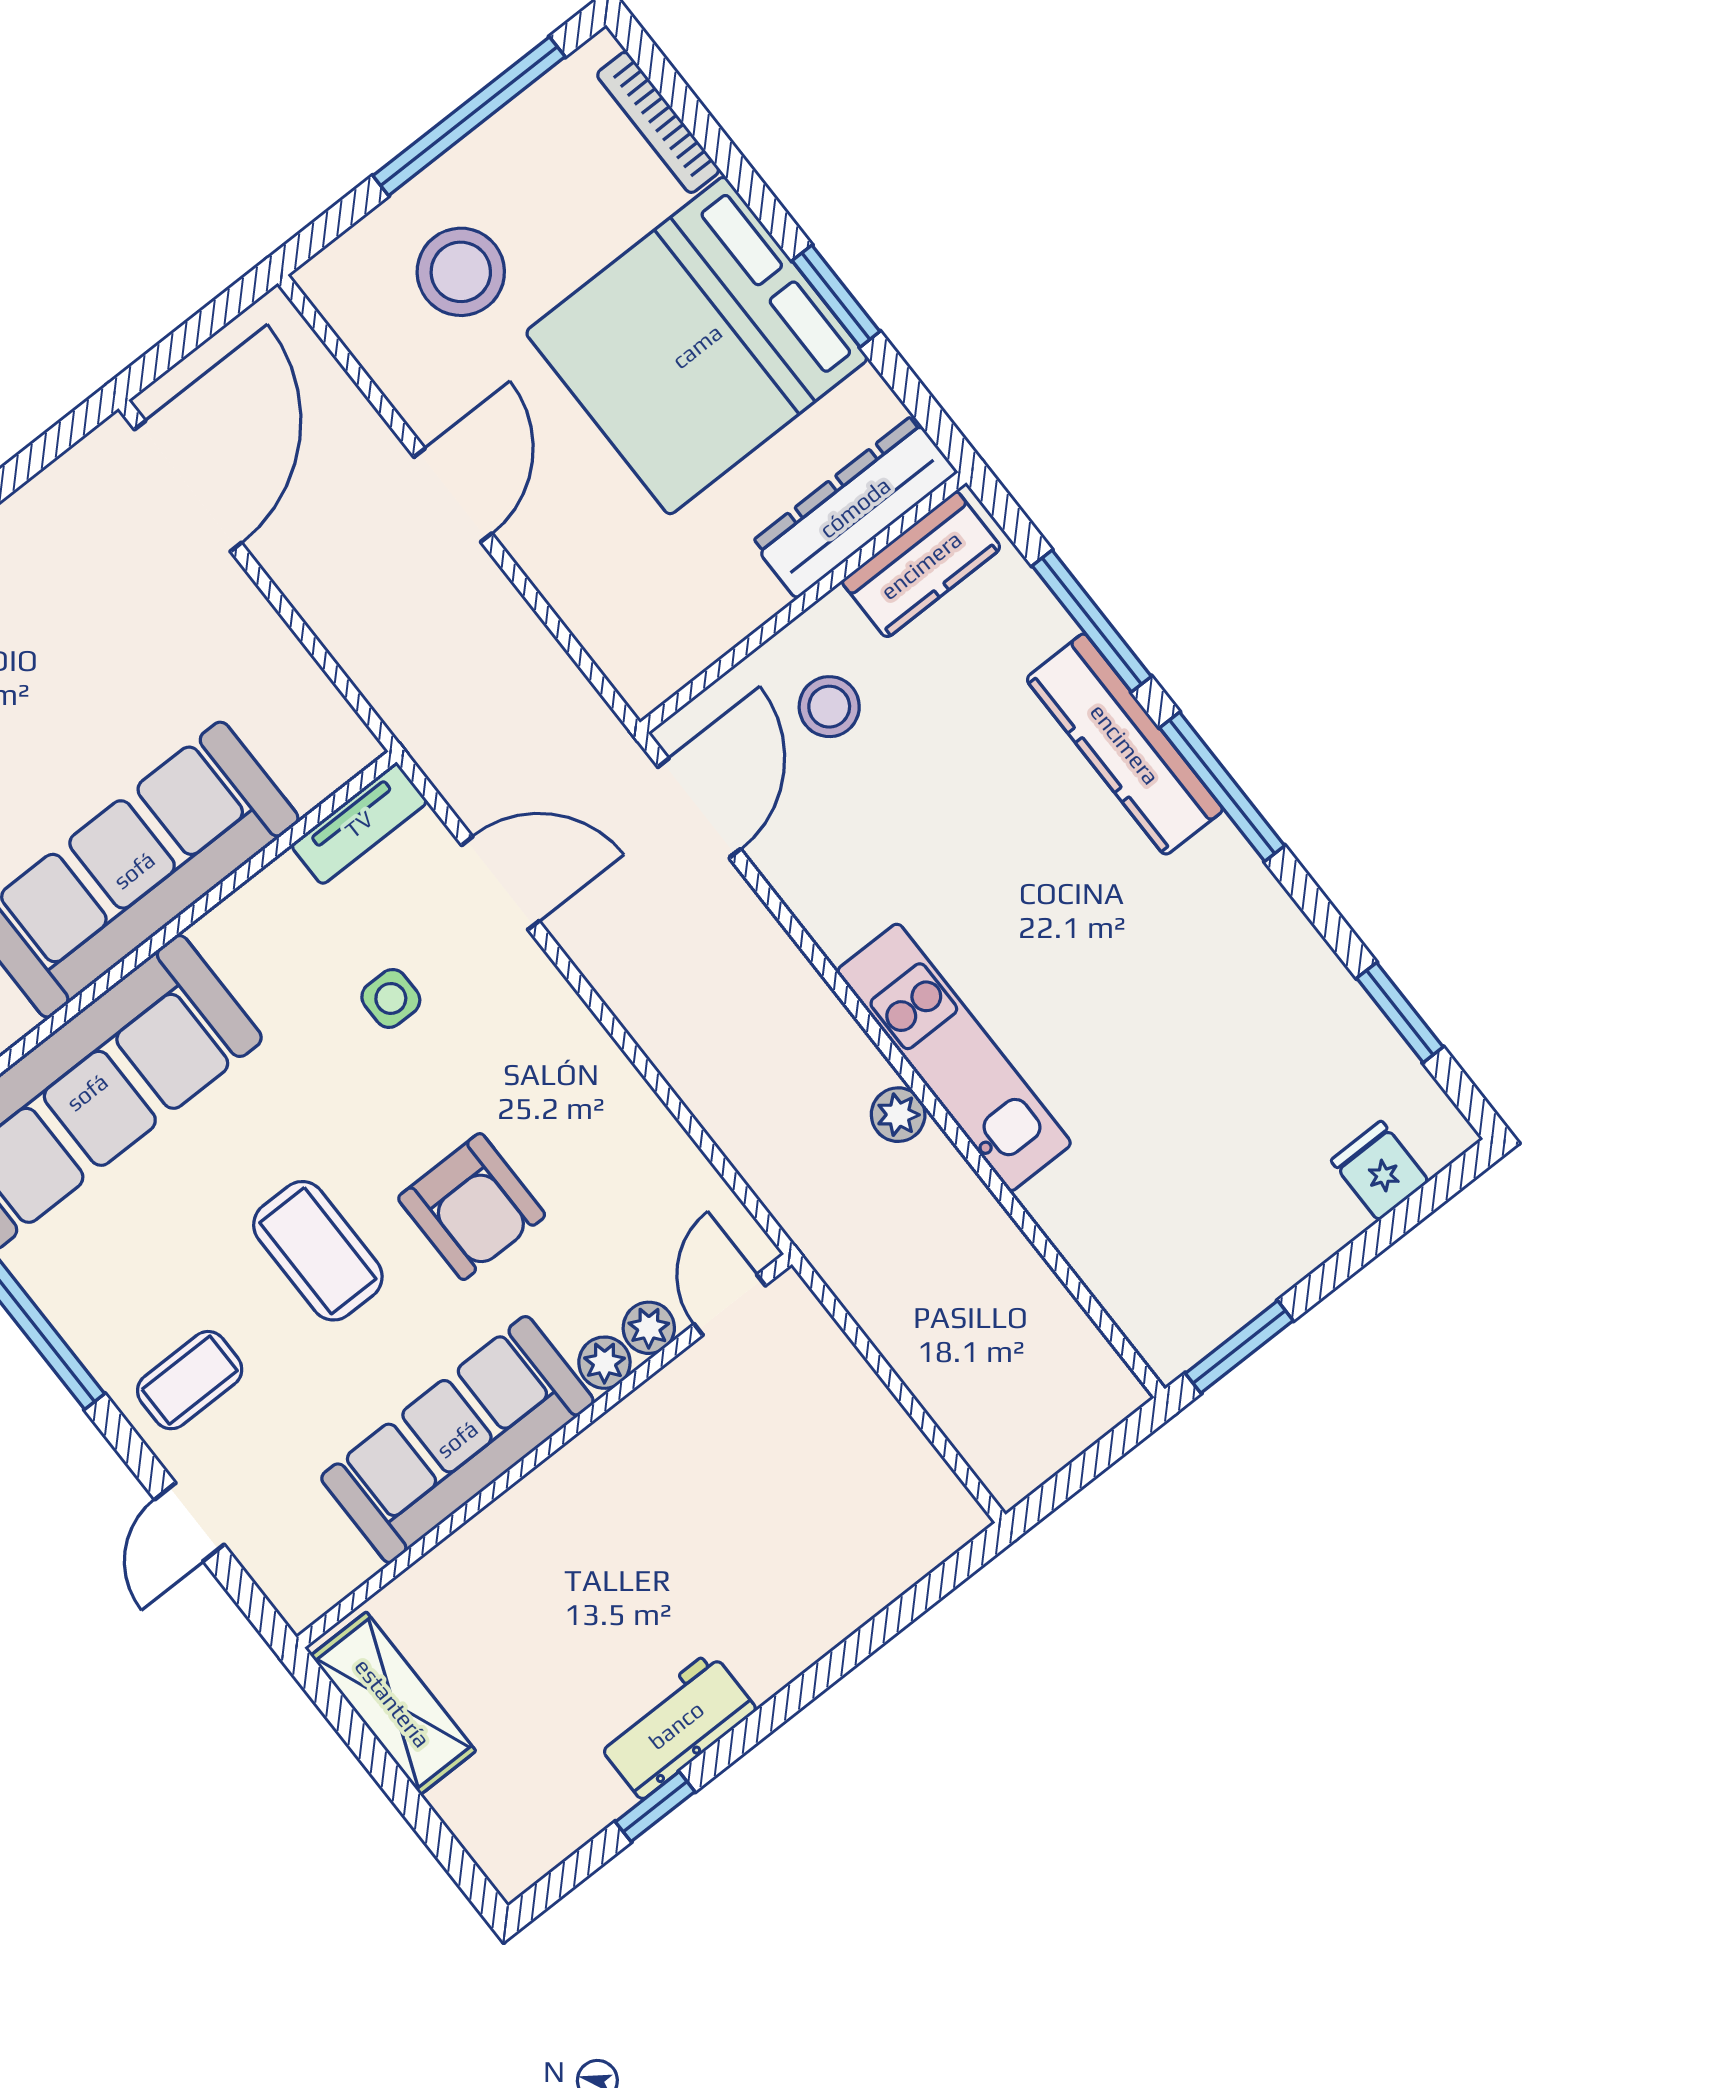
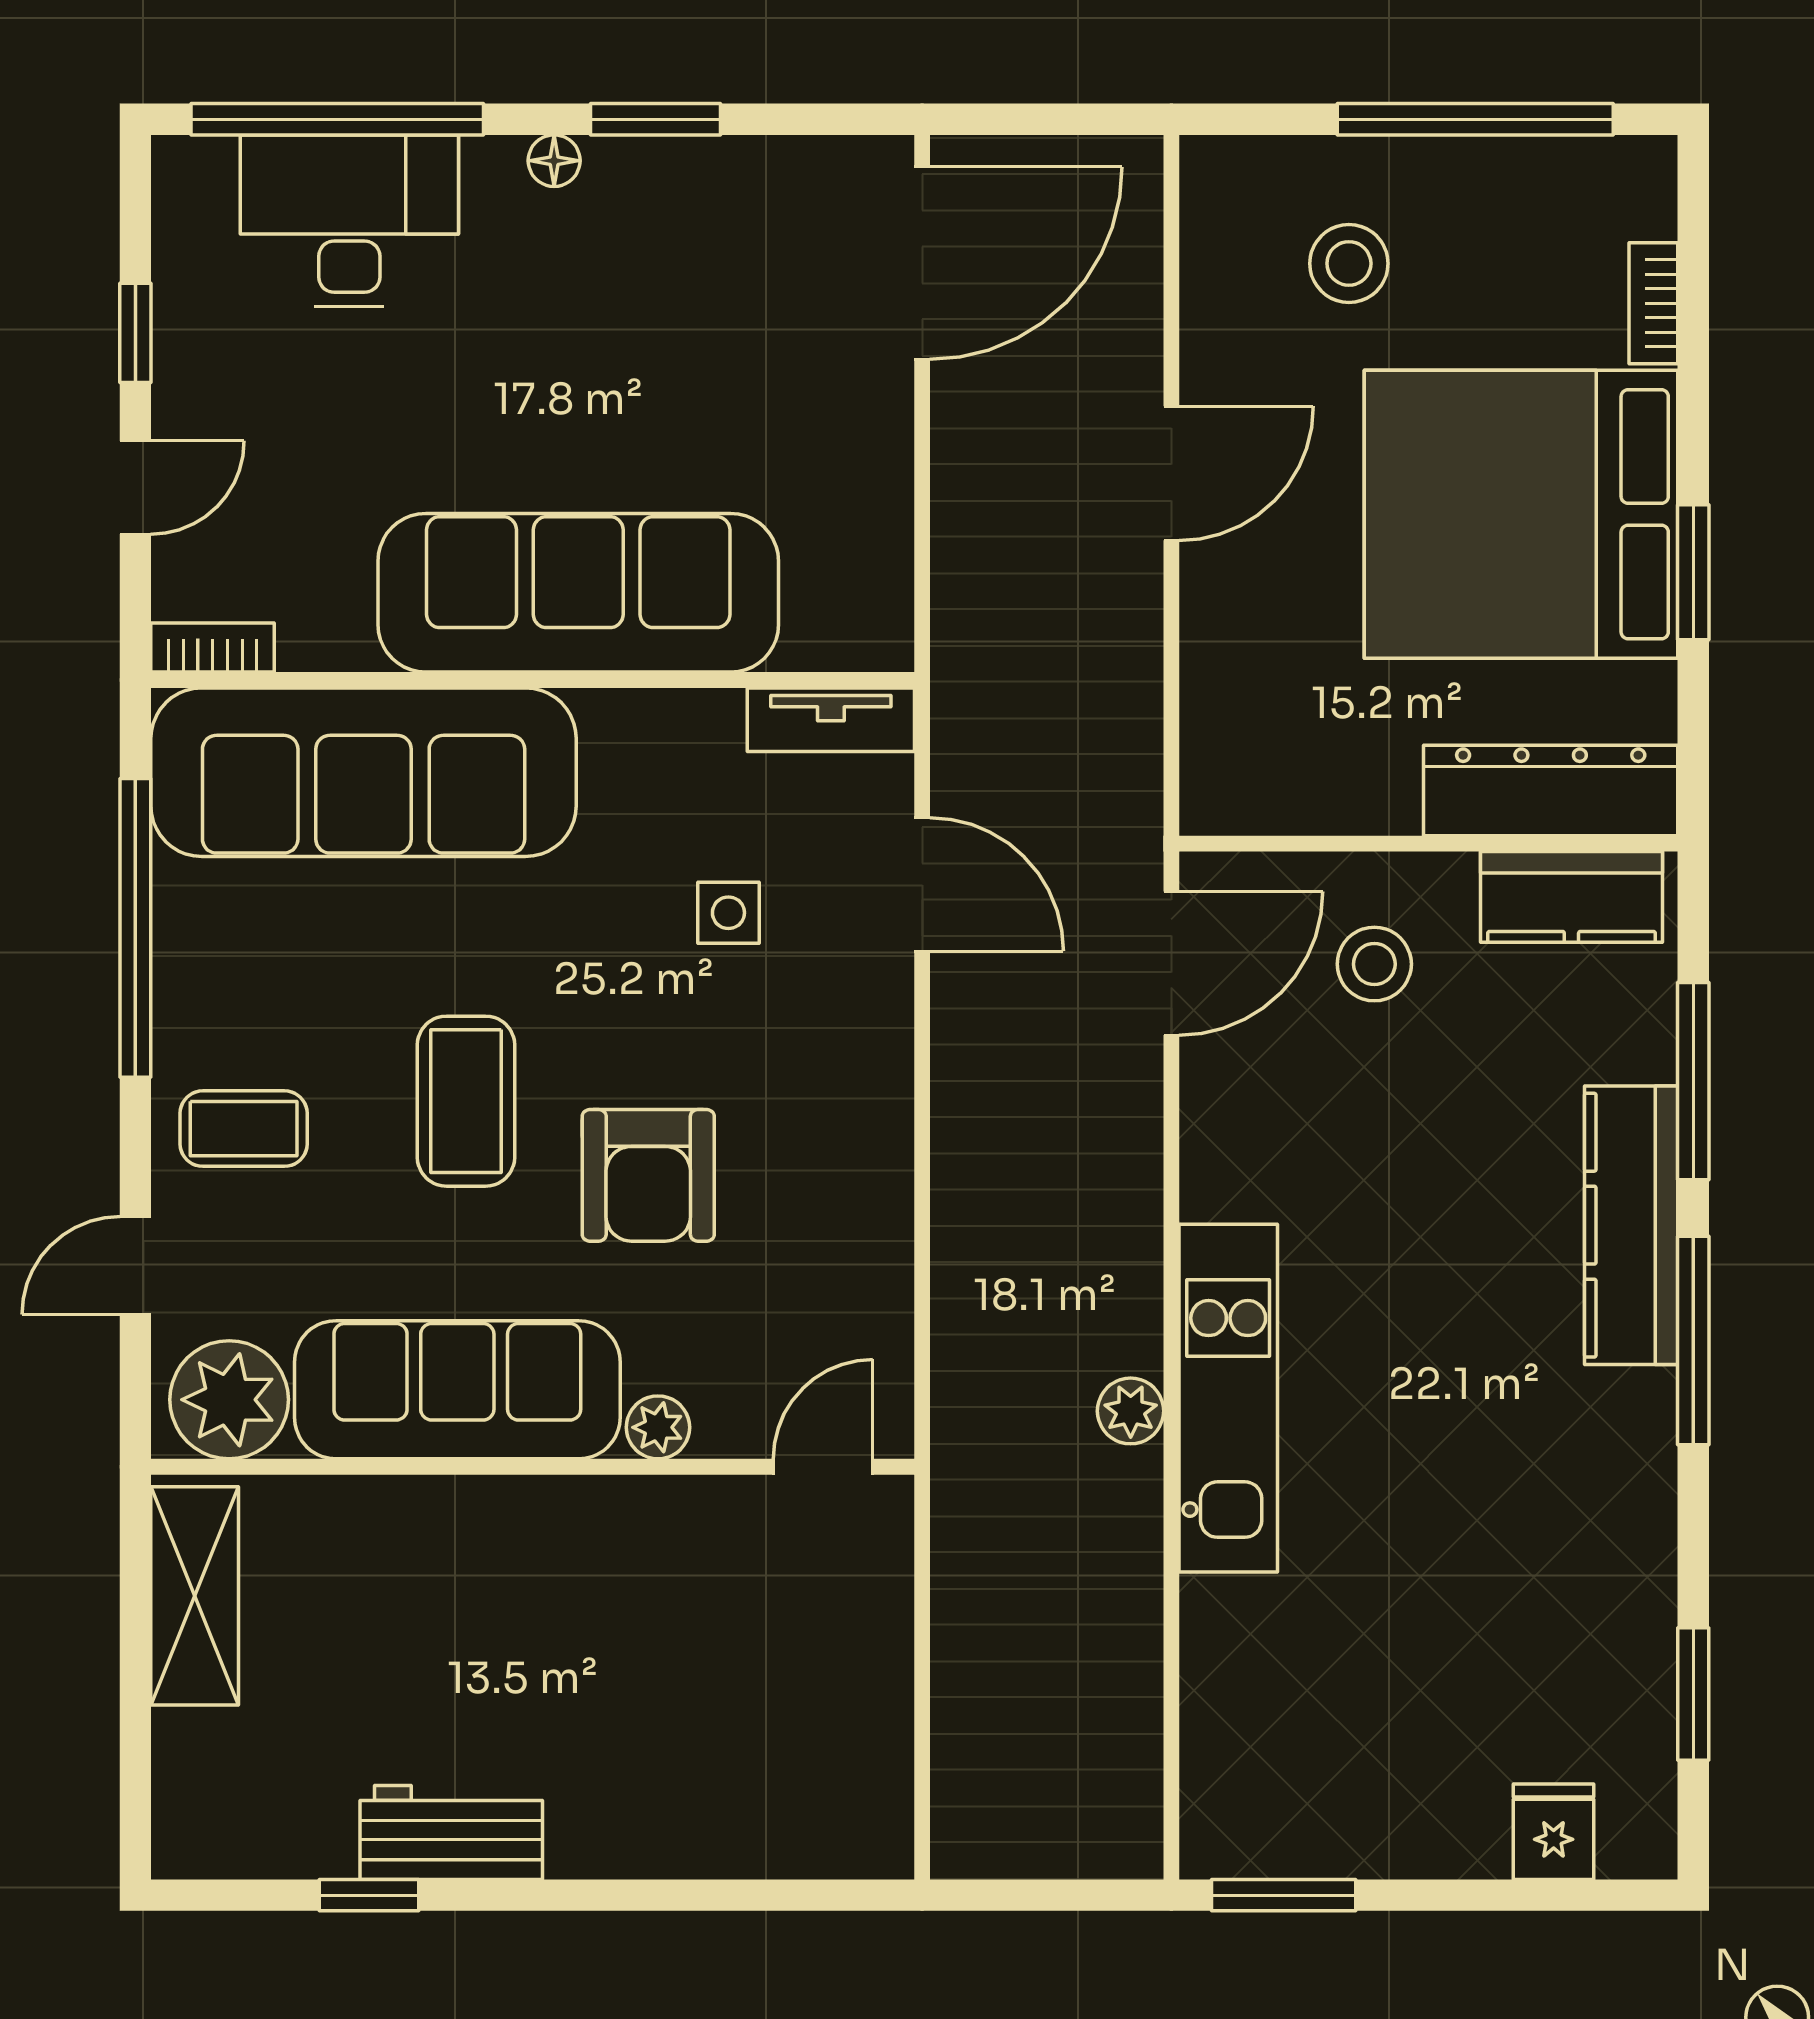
bookcase: (658, 122) -> (1653, 303), width x0.64
stool: (461, 272) -> (1349, 263), width x0.73, depth x0.73
plant: (649, 1328) -> (229, 1400), moved, width x1.88, depth x1.88

